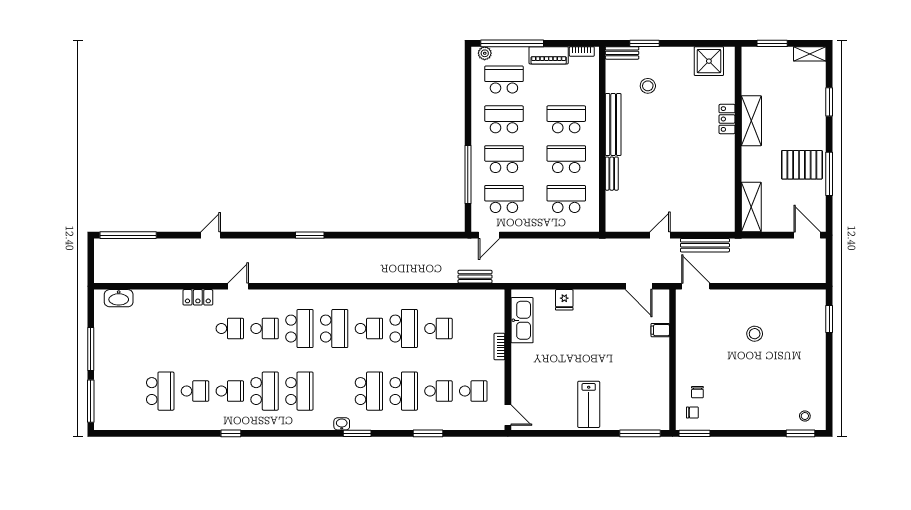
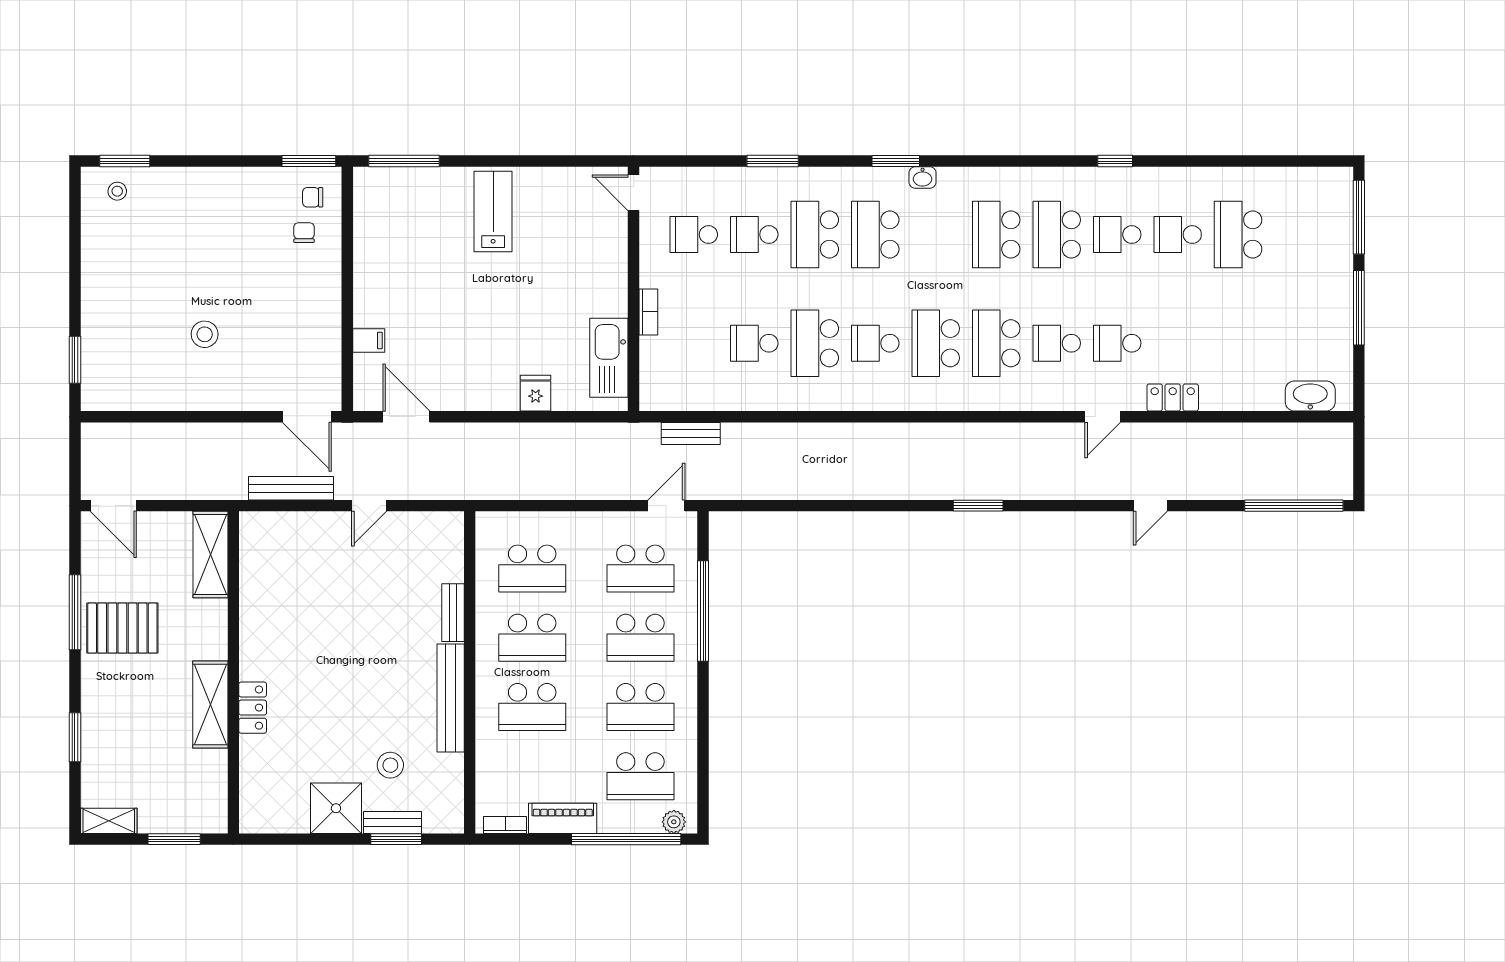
bench: (622, 53) -> (392, 823), moved
shower: (709, 61) -> (336, 808), moved

